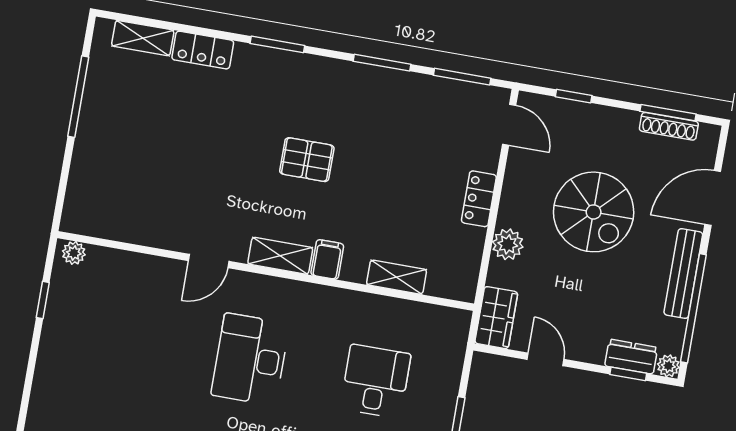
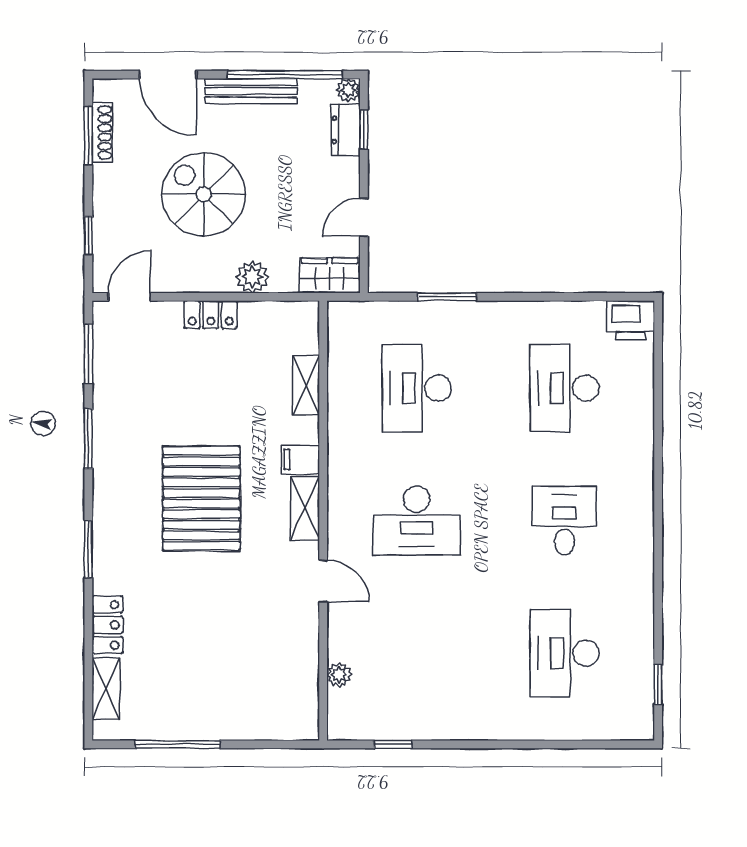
pallet: (307, 160) -> (201, 498), width x2.05, depth x2.00
spiral stairs: (594, 212) -> (204, 194), turned -90
plant: (74, 253) -> (339, 675), moved
desk: (375, 381) -> (417, 388), width x1.37

